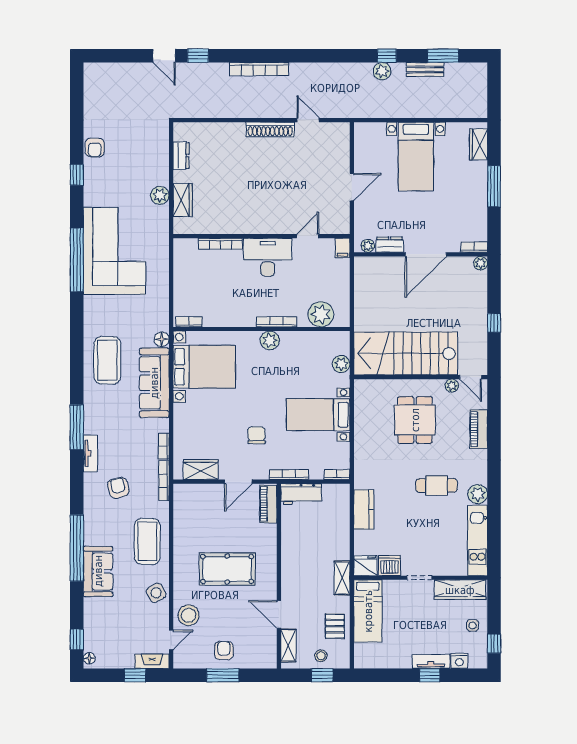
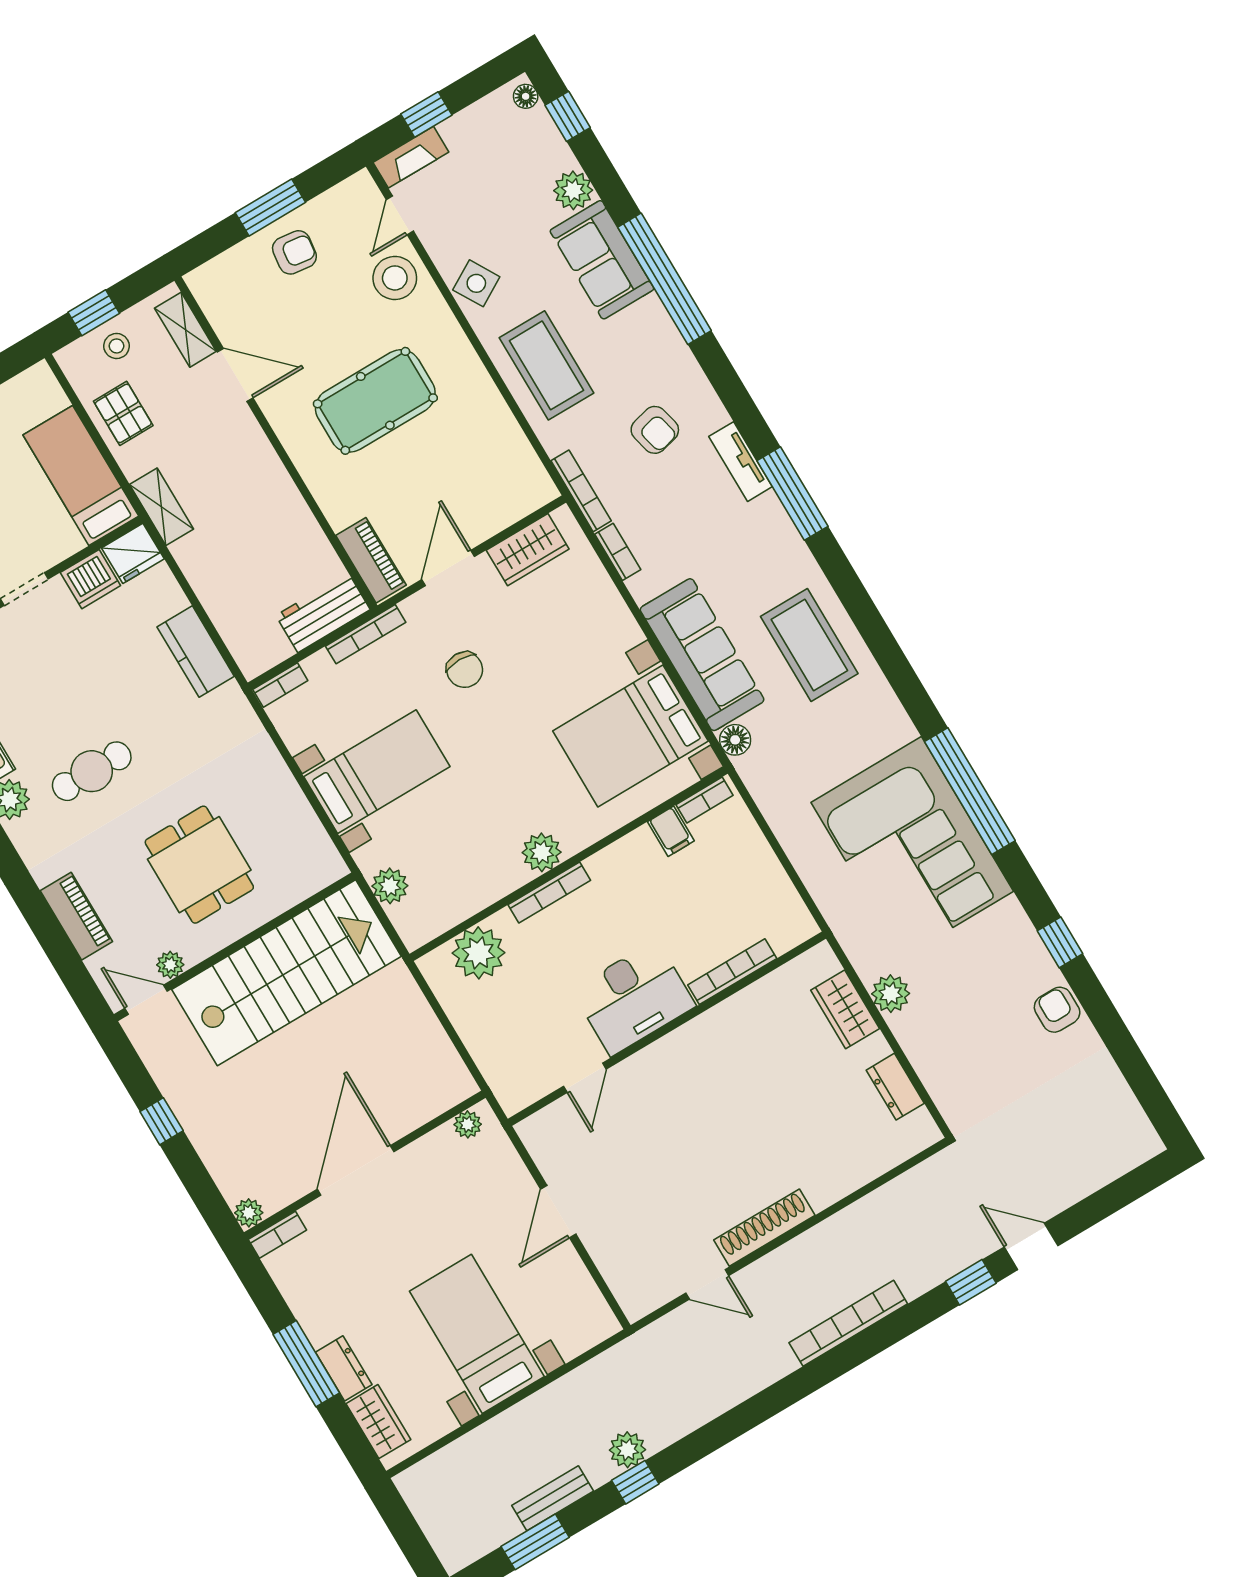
dresser: (390, 245) -> (344, 1368), moved, turned -90
filing cabinet: (342, 248) -> (671, 831), moved, turned 180
plant: (93, 607) -> (573, 190), added
armchair: (224, 651) -> (294, 252), turned -83

